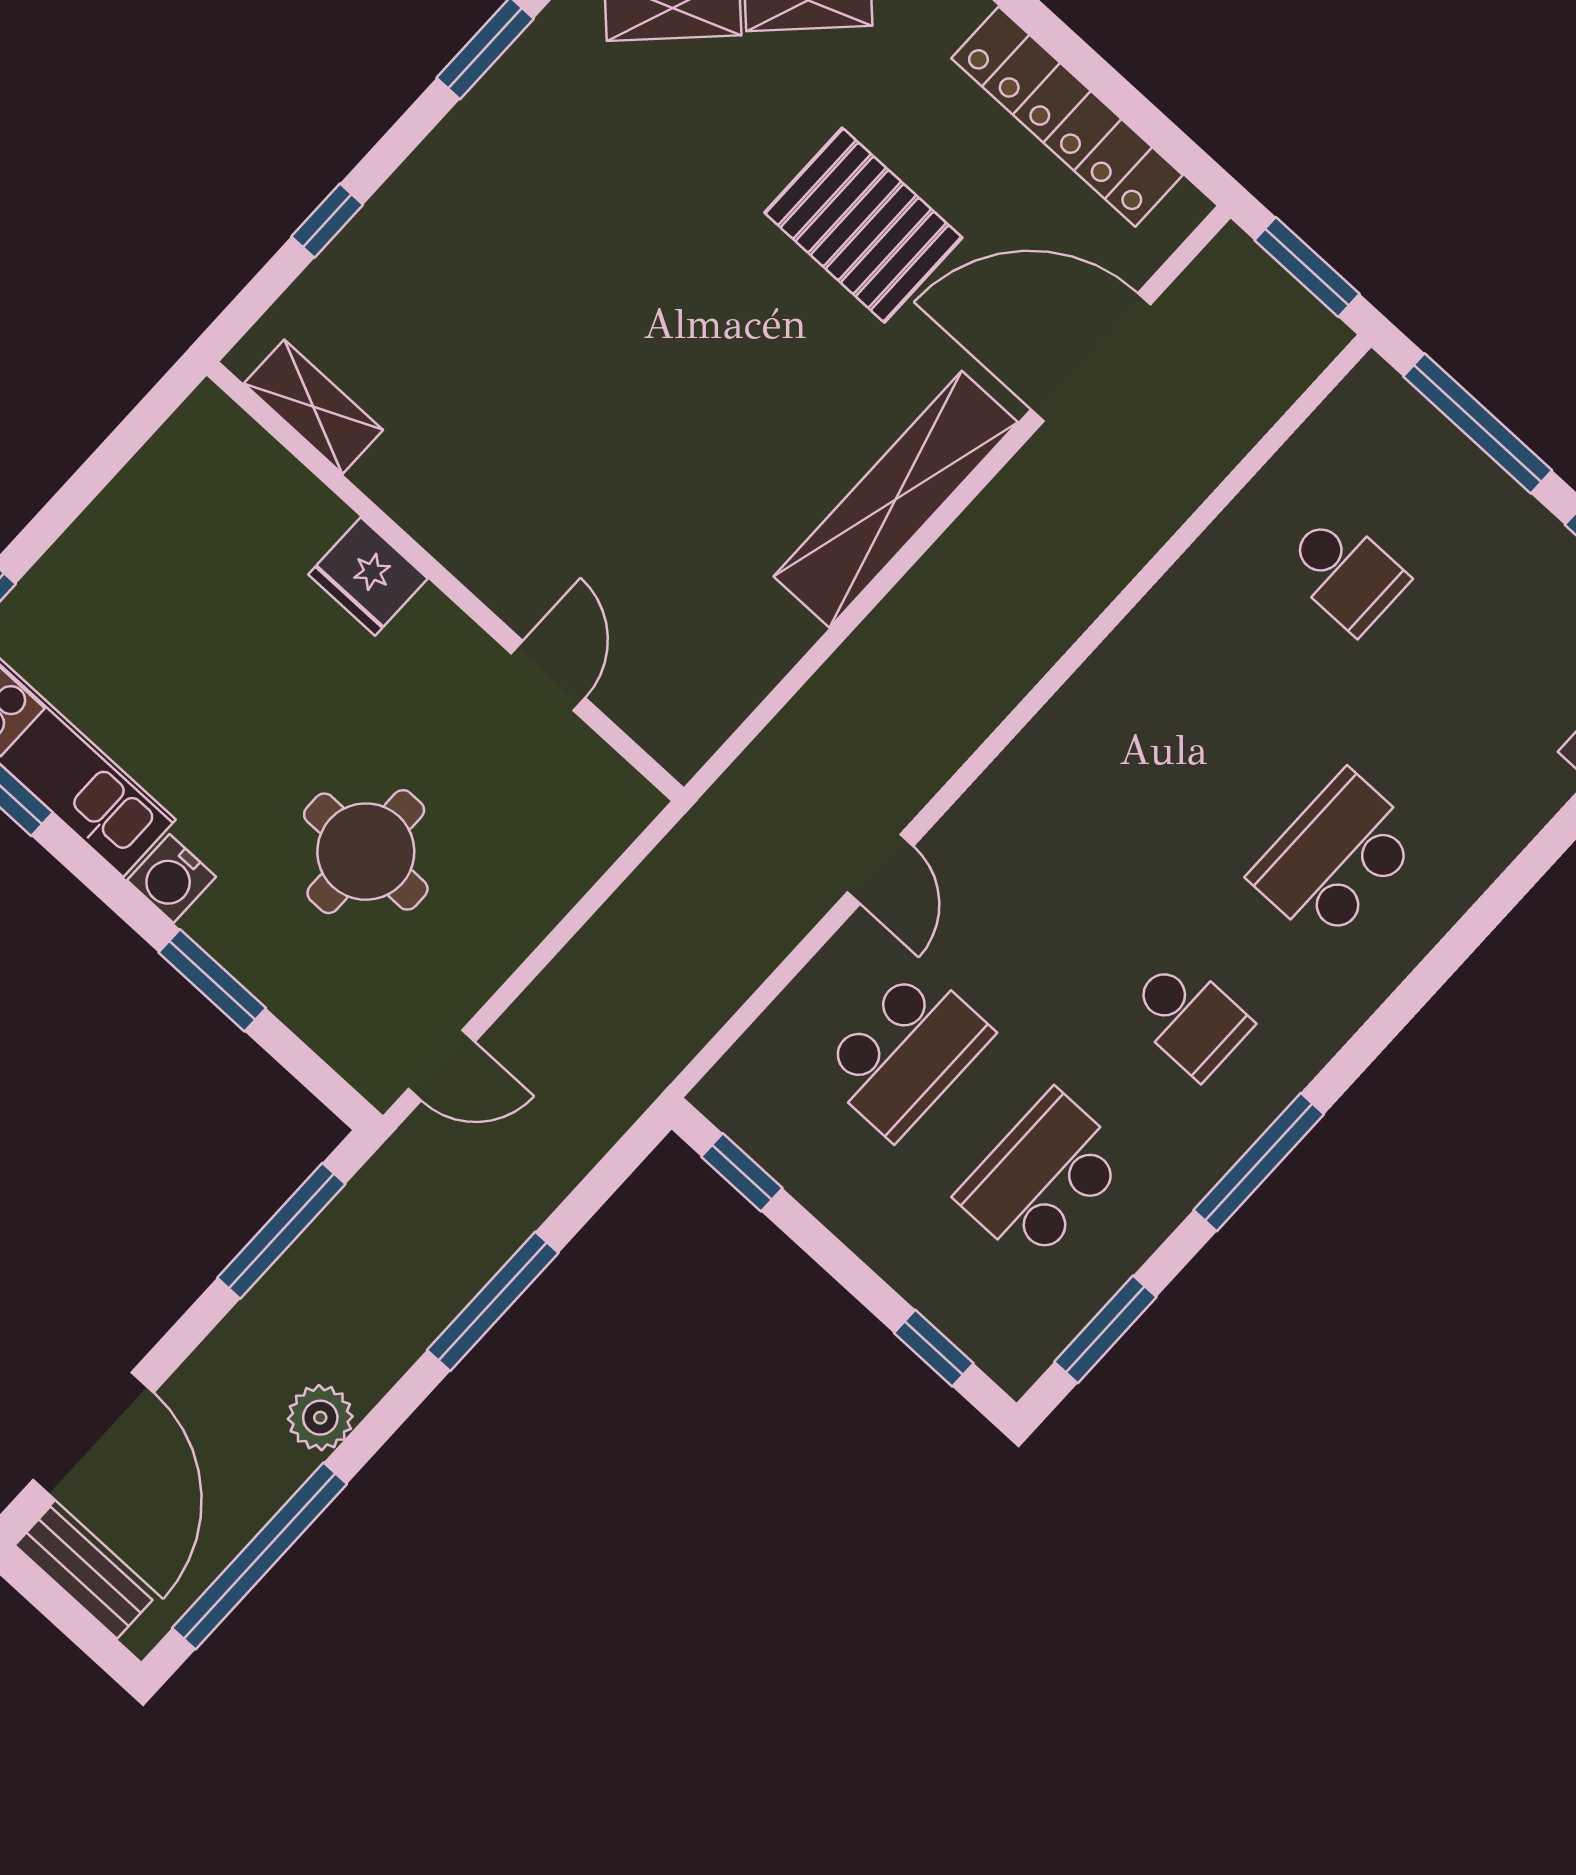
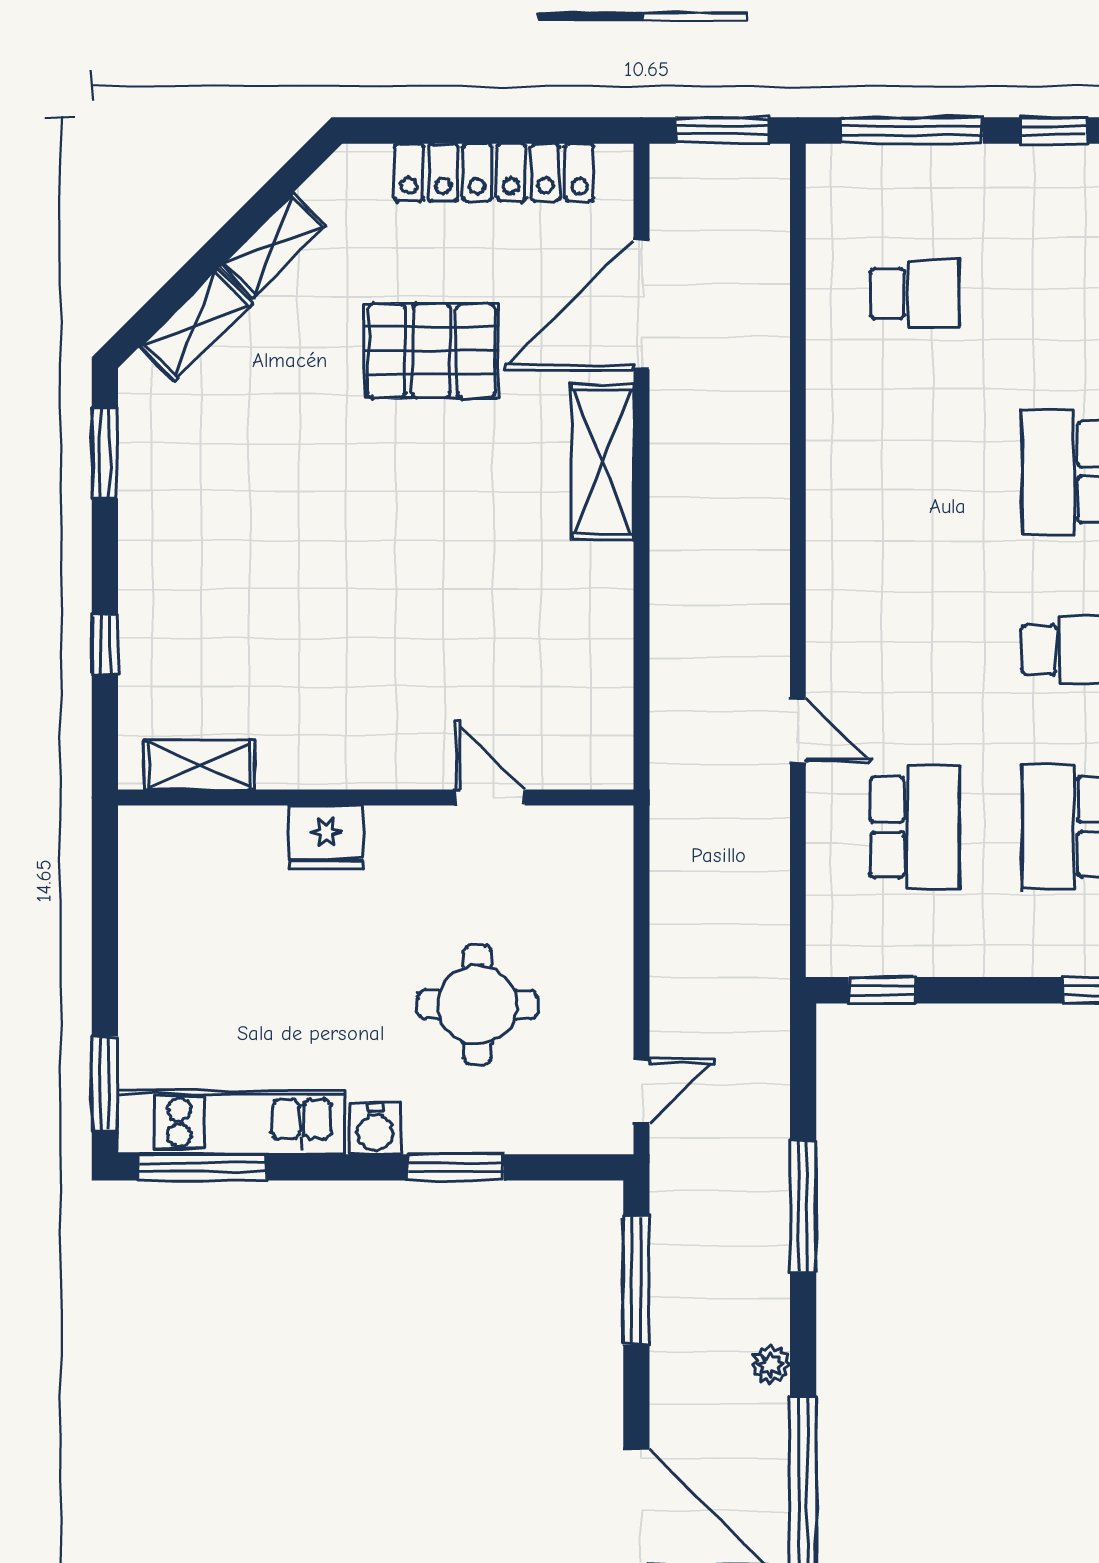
shelving: (896, 499) -> (603, 462), width x0.68
plant: (320, 1418) -> (771, 1364), width x0.73, depth x0.73

